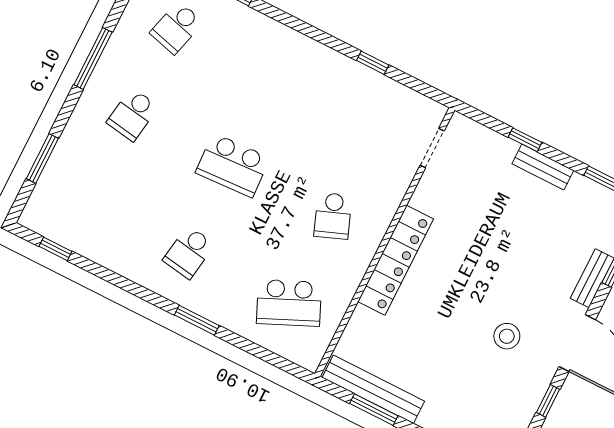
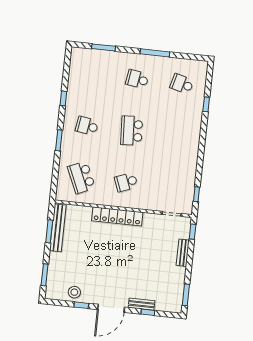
window: (373, 63) -> (197, 194), moved
window: (525, 140) -> (193, 232), moved
bench: (543, 167) -> (183, 253), moved
window: (55, 249) -> (63, 98), moved
stool: (507, 336) -> (74, 292), moved

